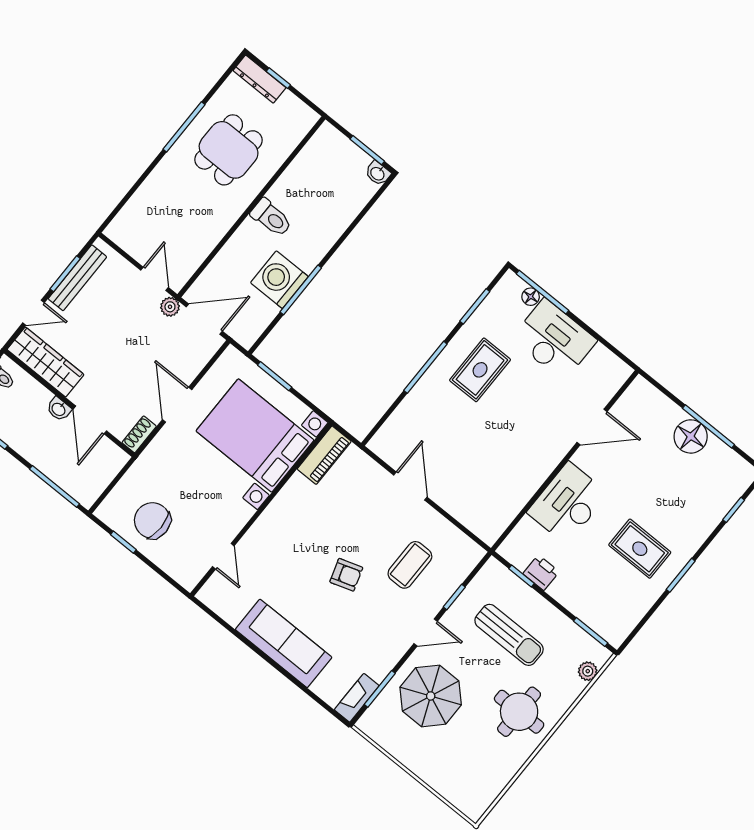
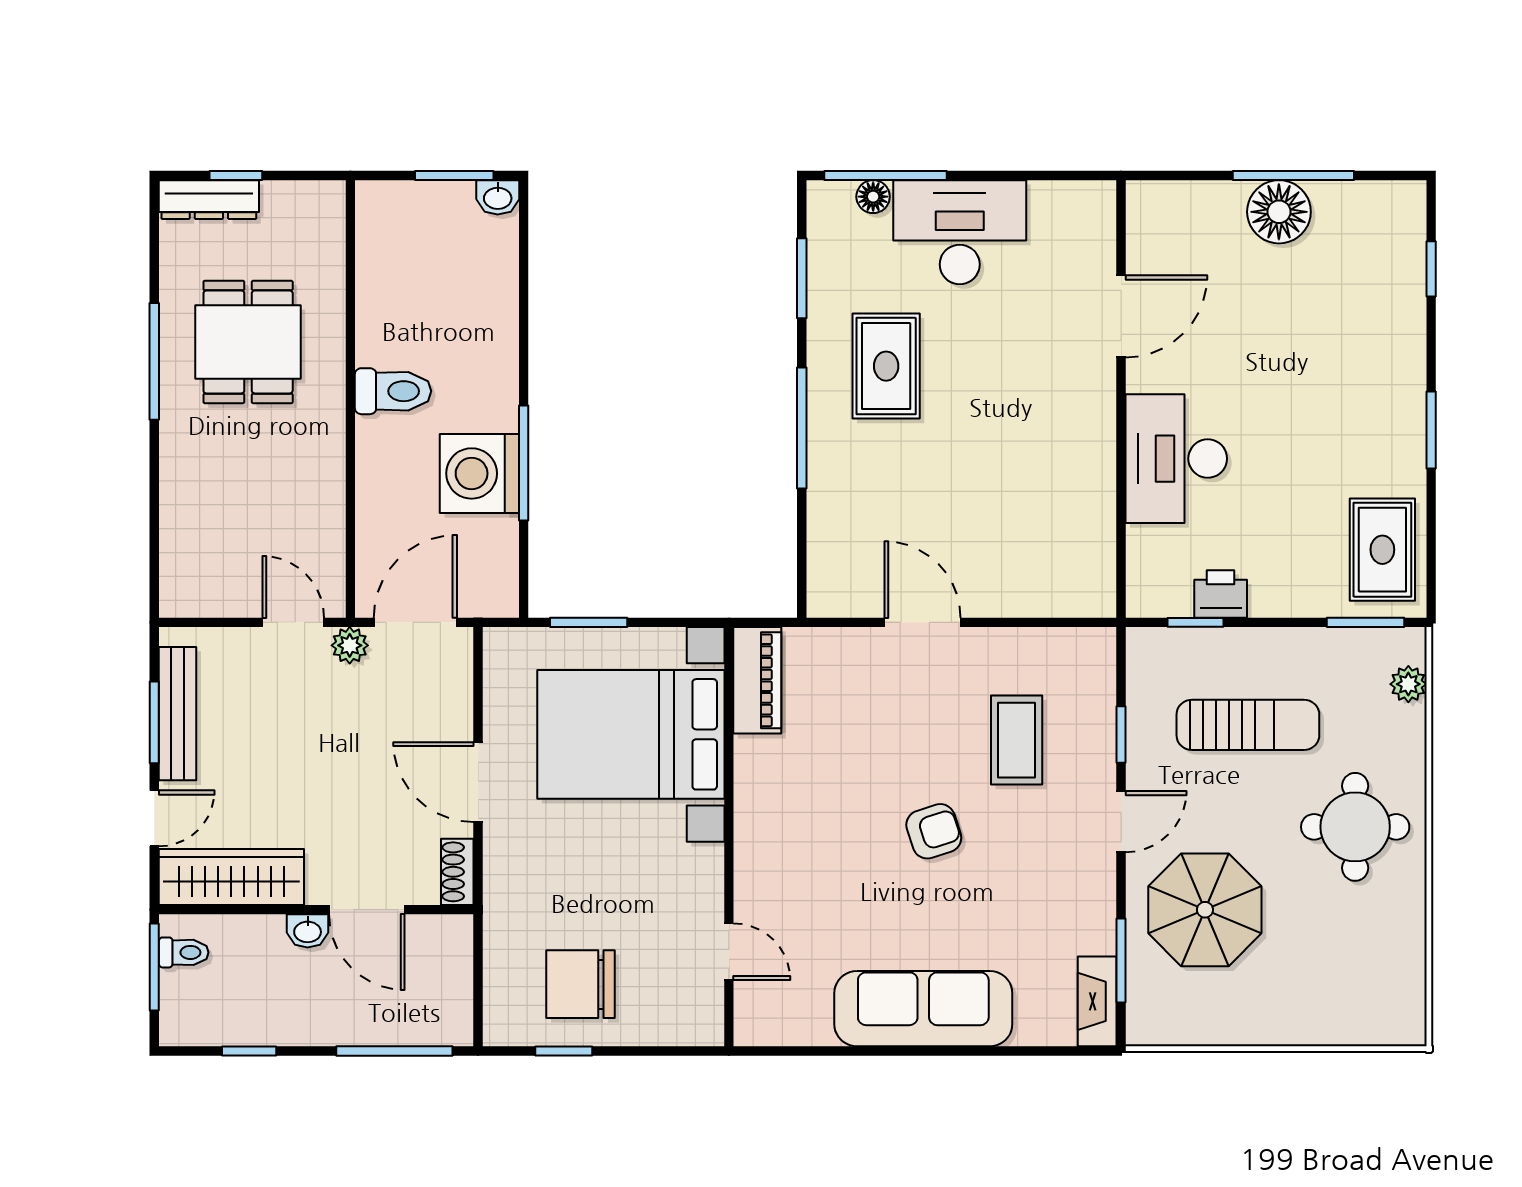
rug: (640, 549) -> (1382, 550), moved, turned 90

